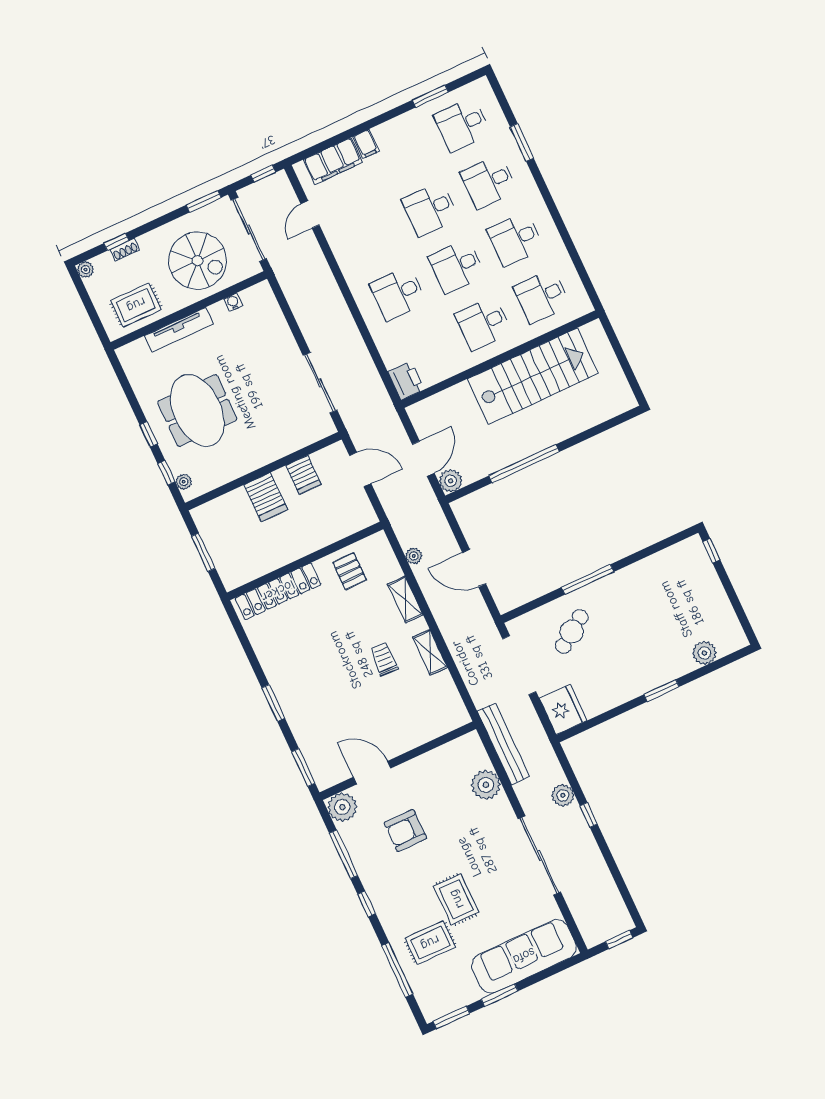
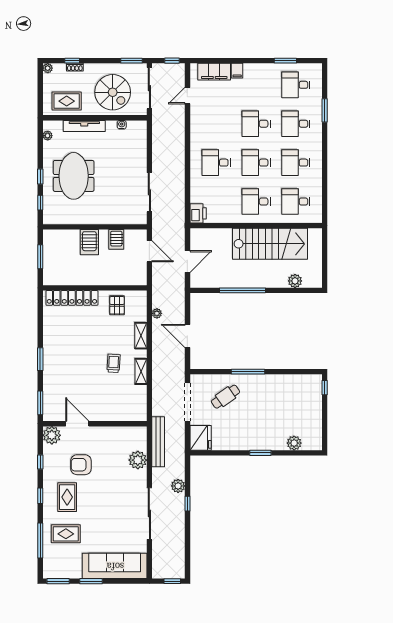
plant: (451, 481) -> (295, 281), moved
plant: (184, 482) -> (48, 136), moved
window: (344, 854) -> (40, 462), width x0.46
rug: (456, 899) -> (67, 497), moved

